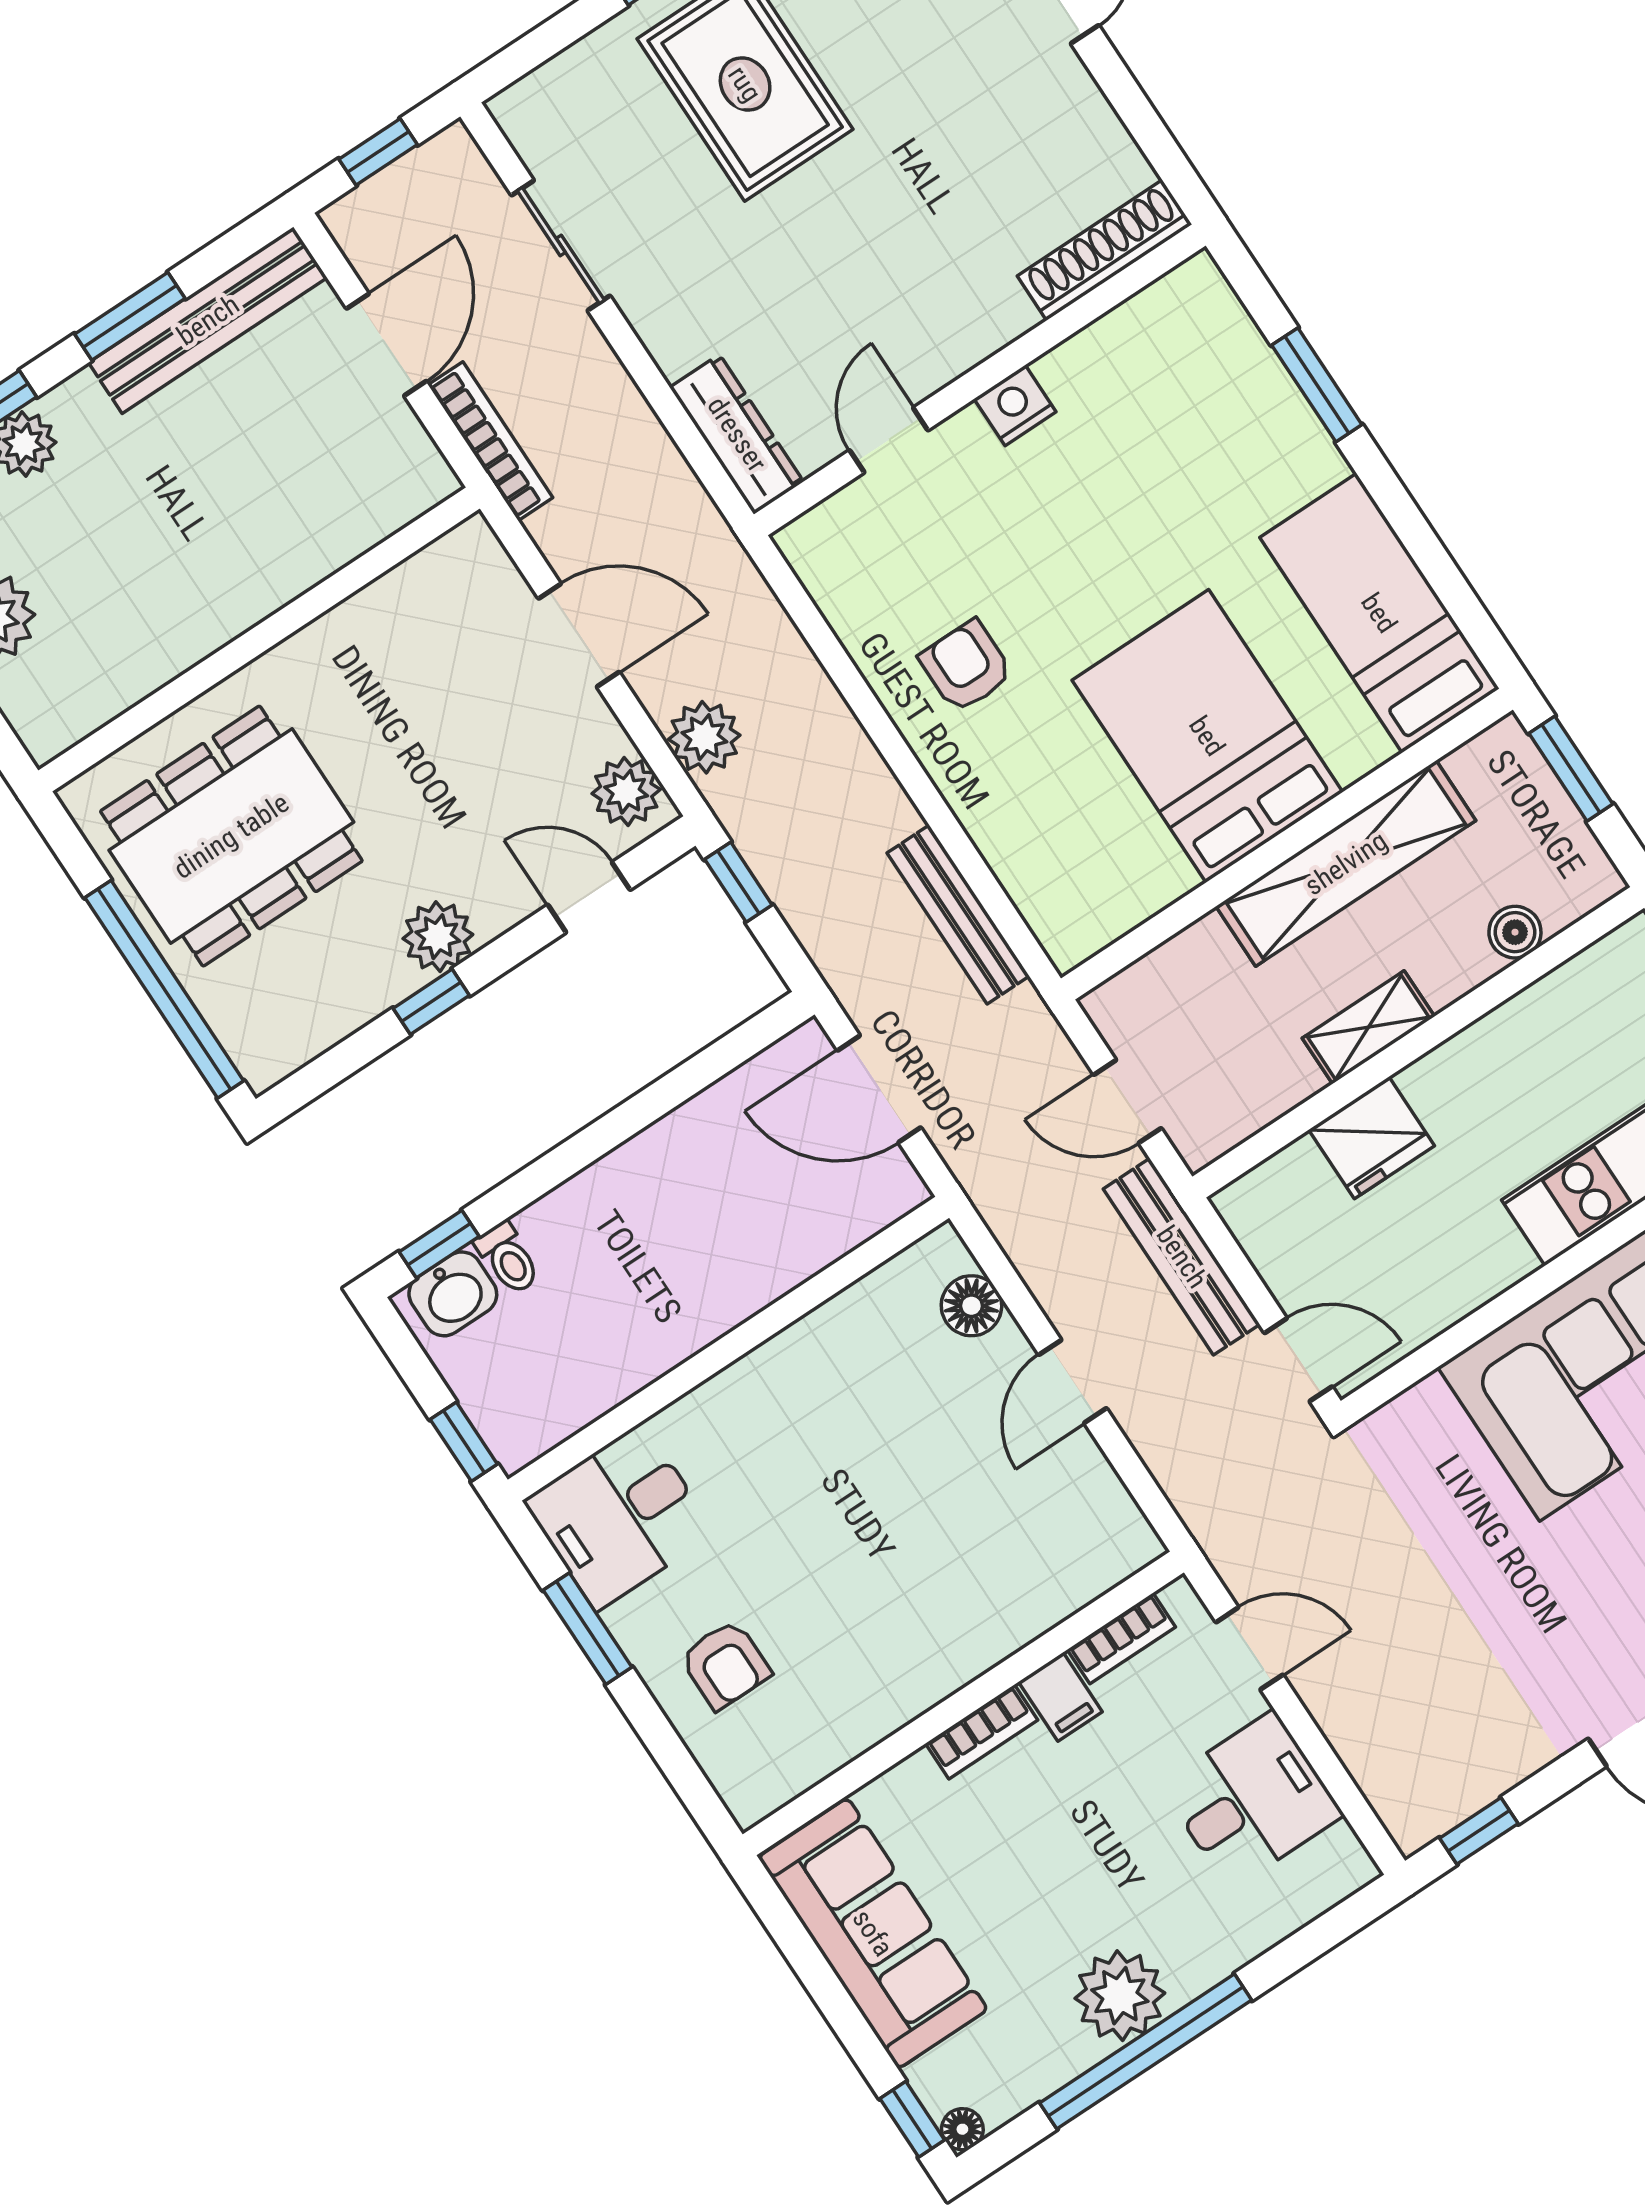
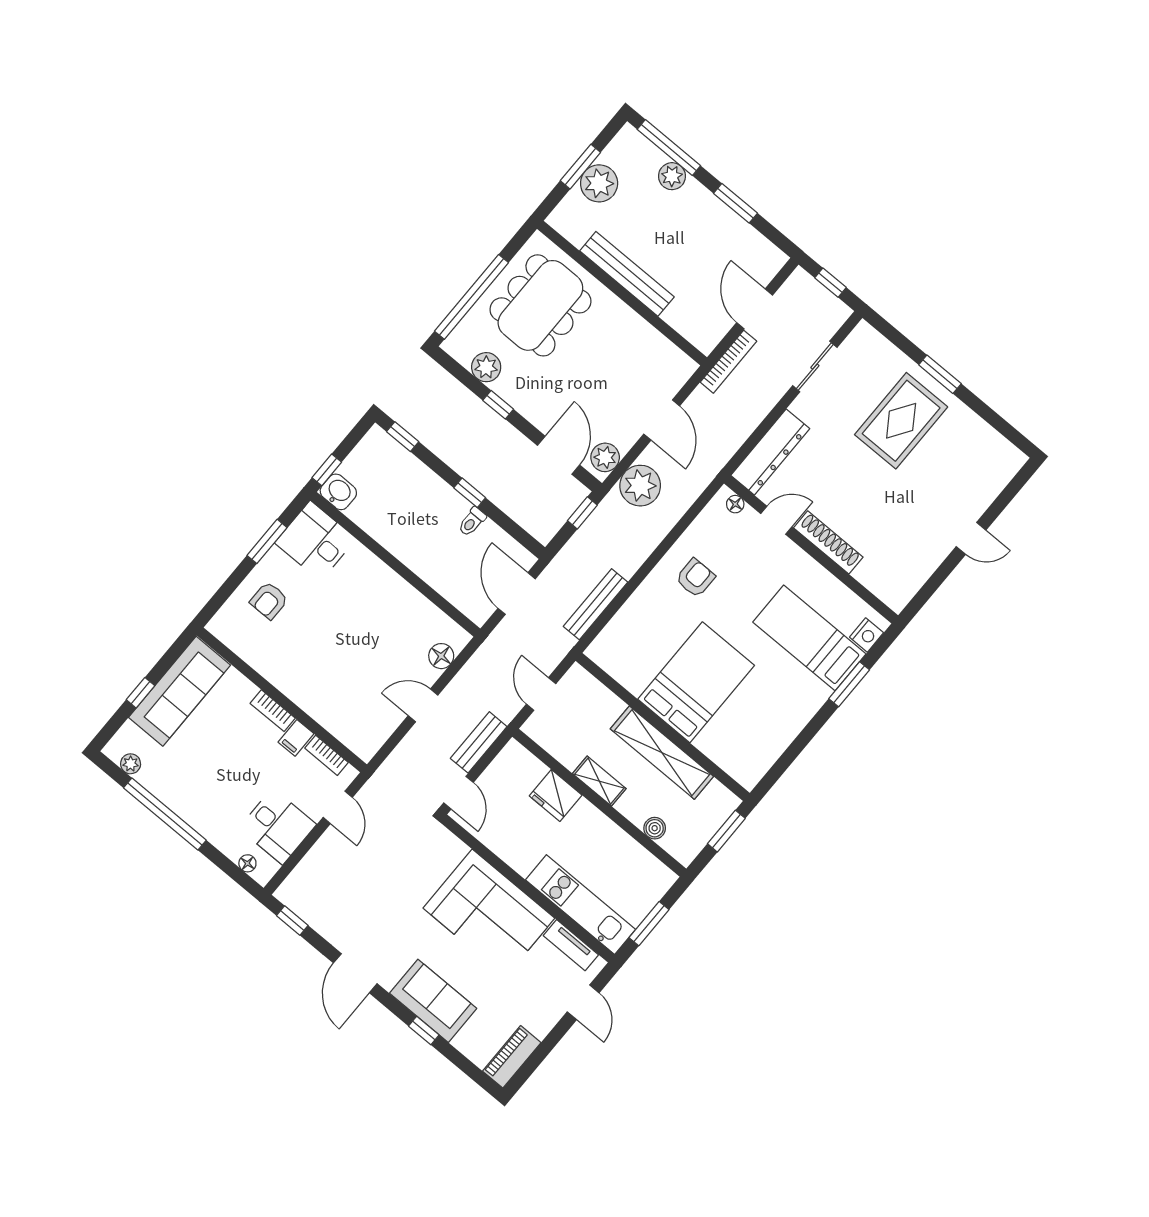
shoe rack: (1105, 250) -> (828, 542), moved
bench: (208, 320) -> (627, 274), moved
door: (386, 345) -> (755, 309), swing flipped
nightstand: (1015, 405) -> (867, 635), moved, turned 90
dresser: (737, 434) -> (770, 452), width x1.37, depth x1.24
floor lamp: (823, 524) -> (735, 504), added
bed: (1379, 613) -> (809, 638), moved, turned -90
plant: (704, 737) -> (640, 486), width x1.36, depth x1.36
dining table: (231, 836) -> (540, 305), turned 90
door: (589, 897) -> (559, 455), width x1.38
plant: (438, 937) -> (486, 367), moved
window: (615, 1128) -> (470, 493), added
bench: (1182, 1257) -> (479, 742), width x0.73
toilet: (508, 1258) -> (472, 522), moved
washbasin: (453, 1294) -> (338, 492), moved, turned 180
plant: (1120, 1996) -> (131, 764), moved, width x0.53, depth x0.53
window: (912, 2119) -> (141, 693), moved
floor lamp: (962, 2129) -> (247, 863), moved

